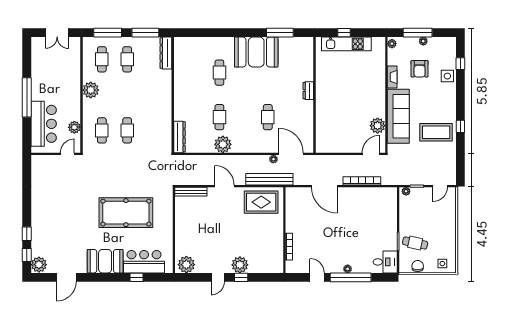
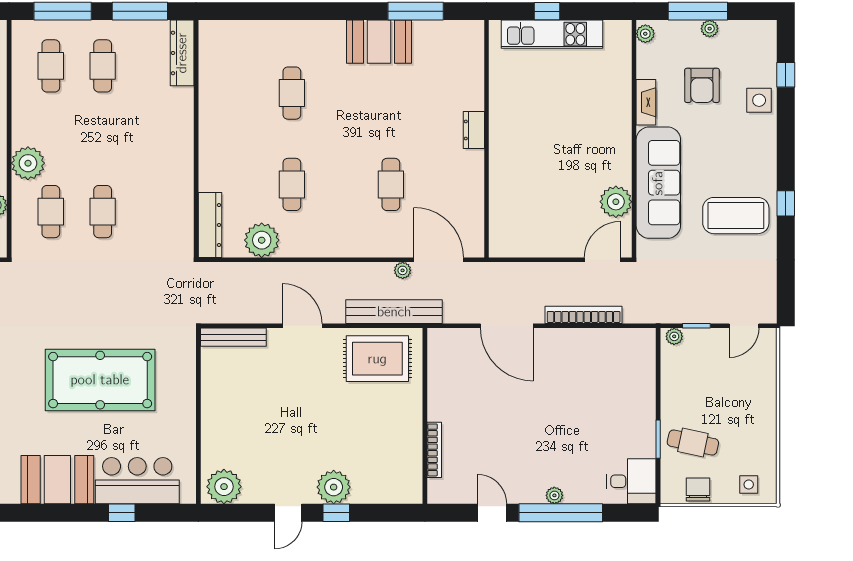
booth: (256, 52) -> (379, 42), width x0.73, depth x0.70
plant: (91, 90) -> (28, 163), moved
plant: (223, 144) -> (262, 240), moved

